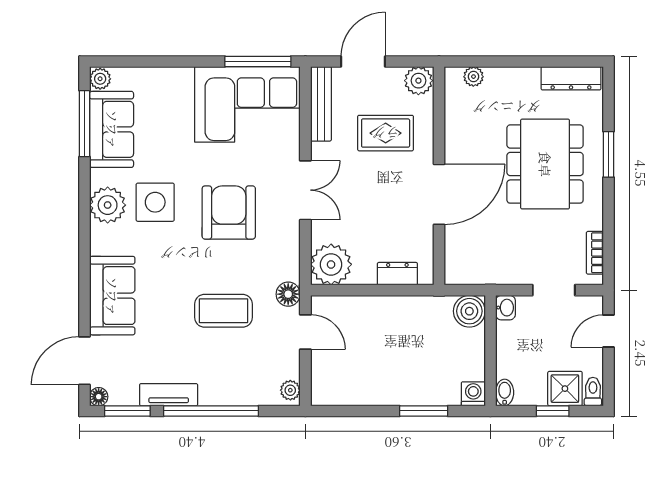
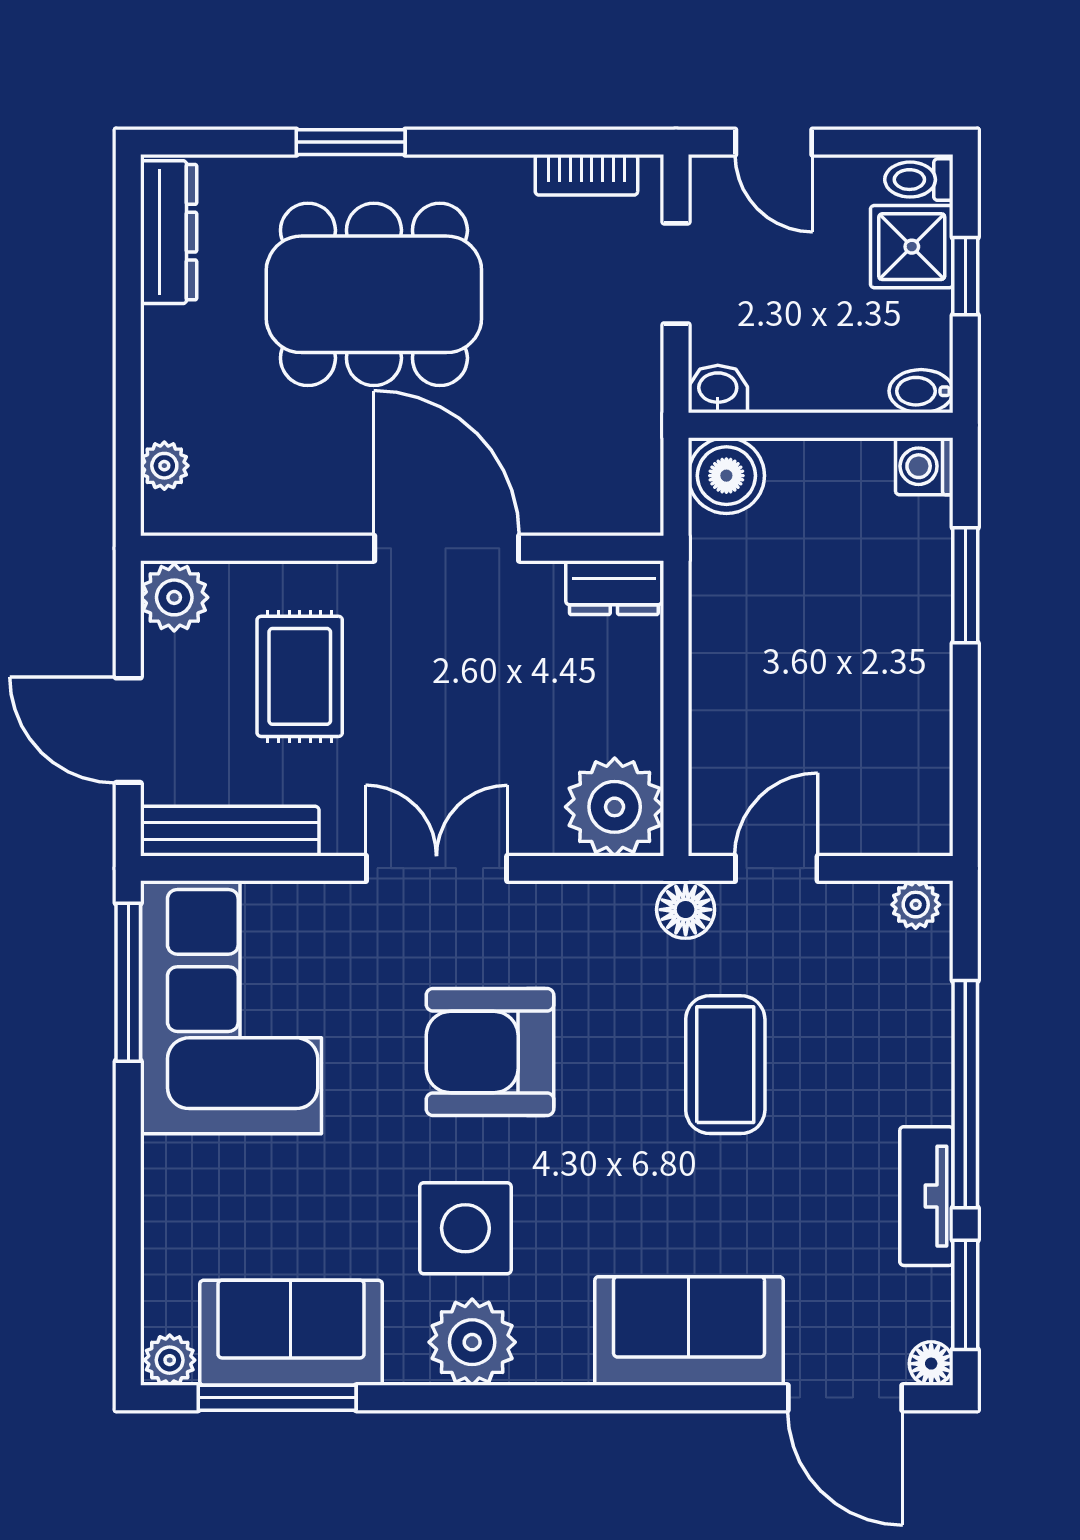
dresser: (397, 274) -> (614, 588), moved, turned -90

